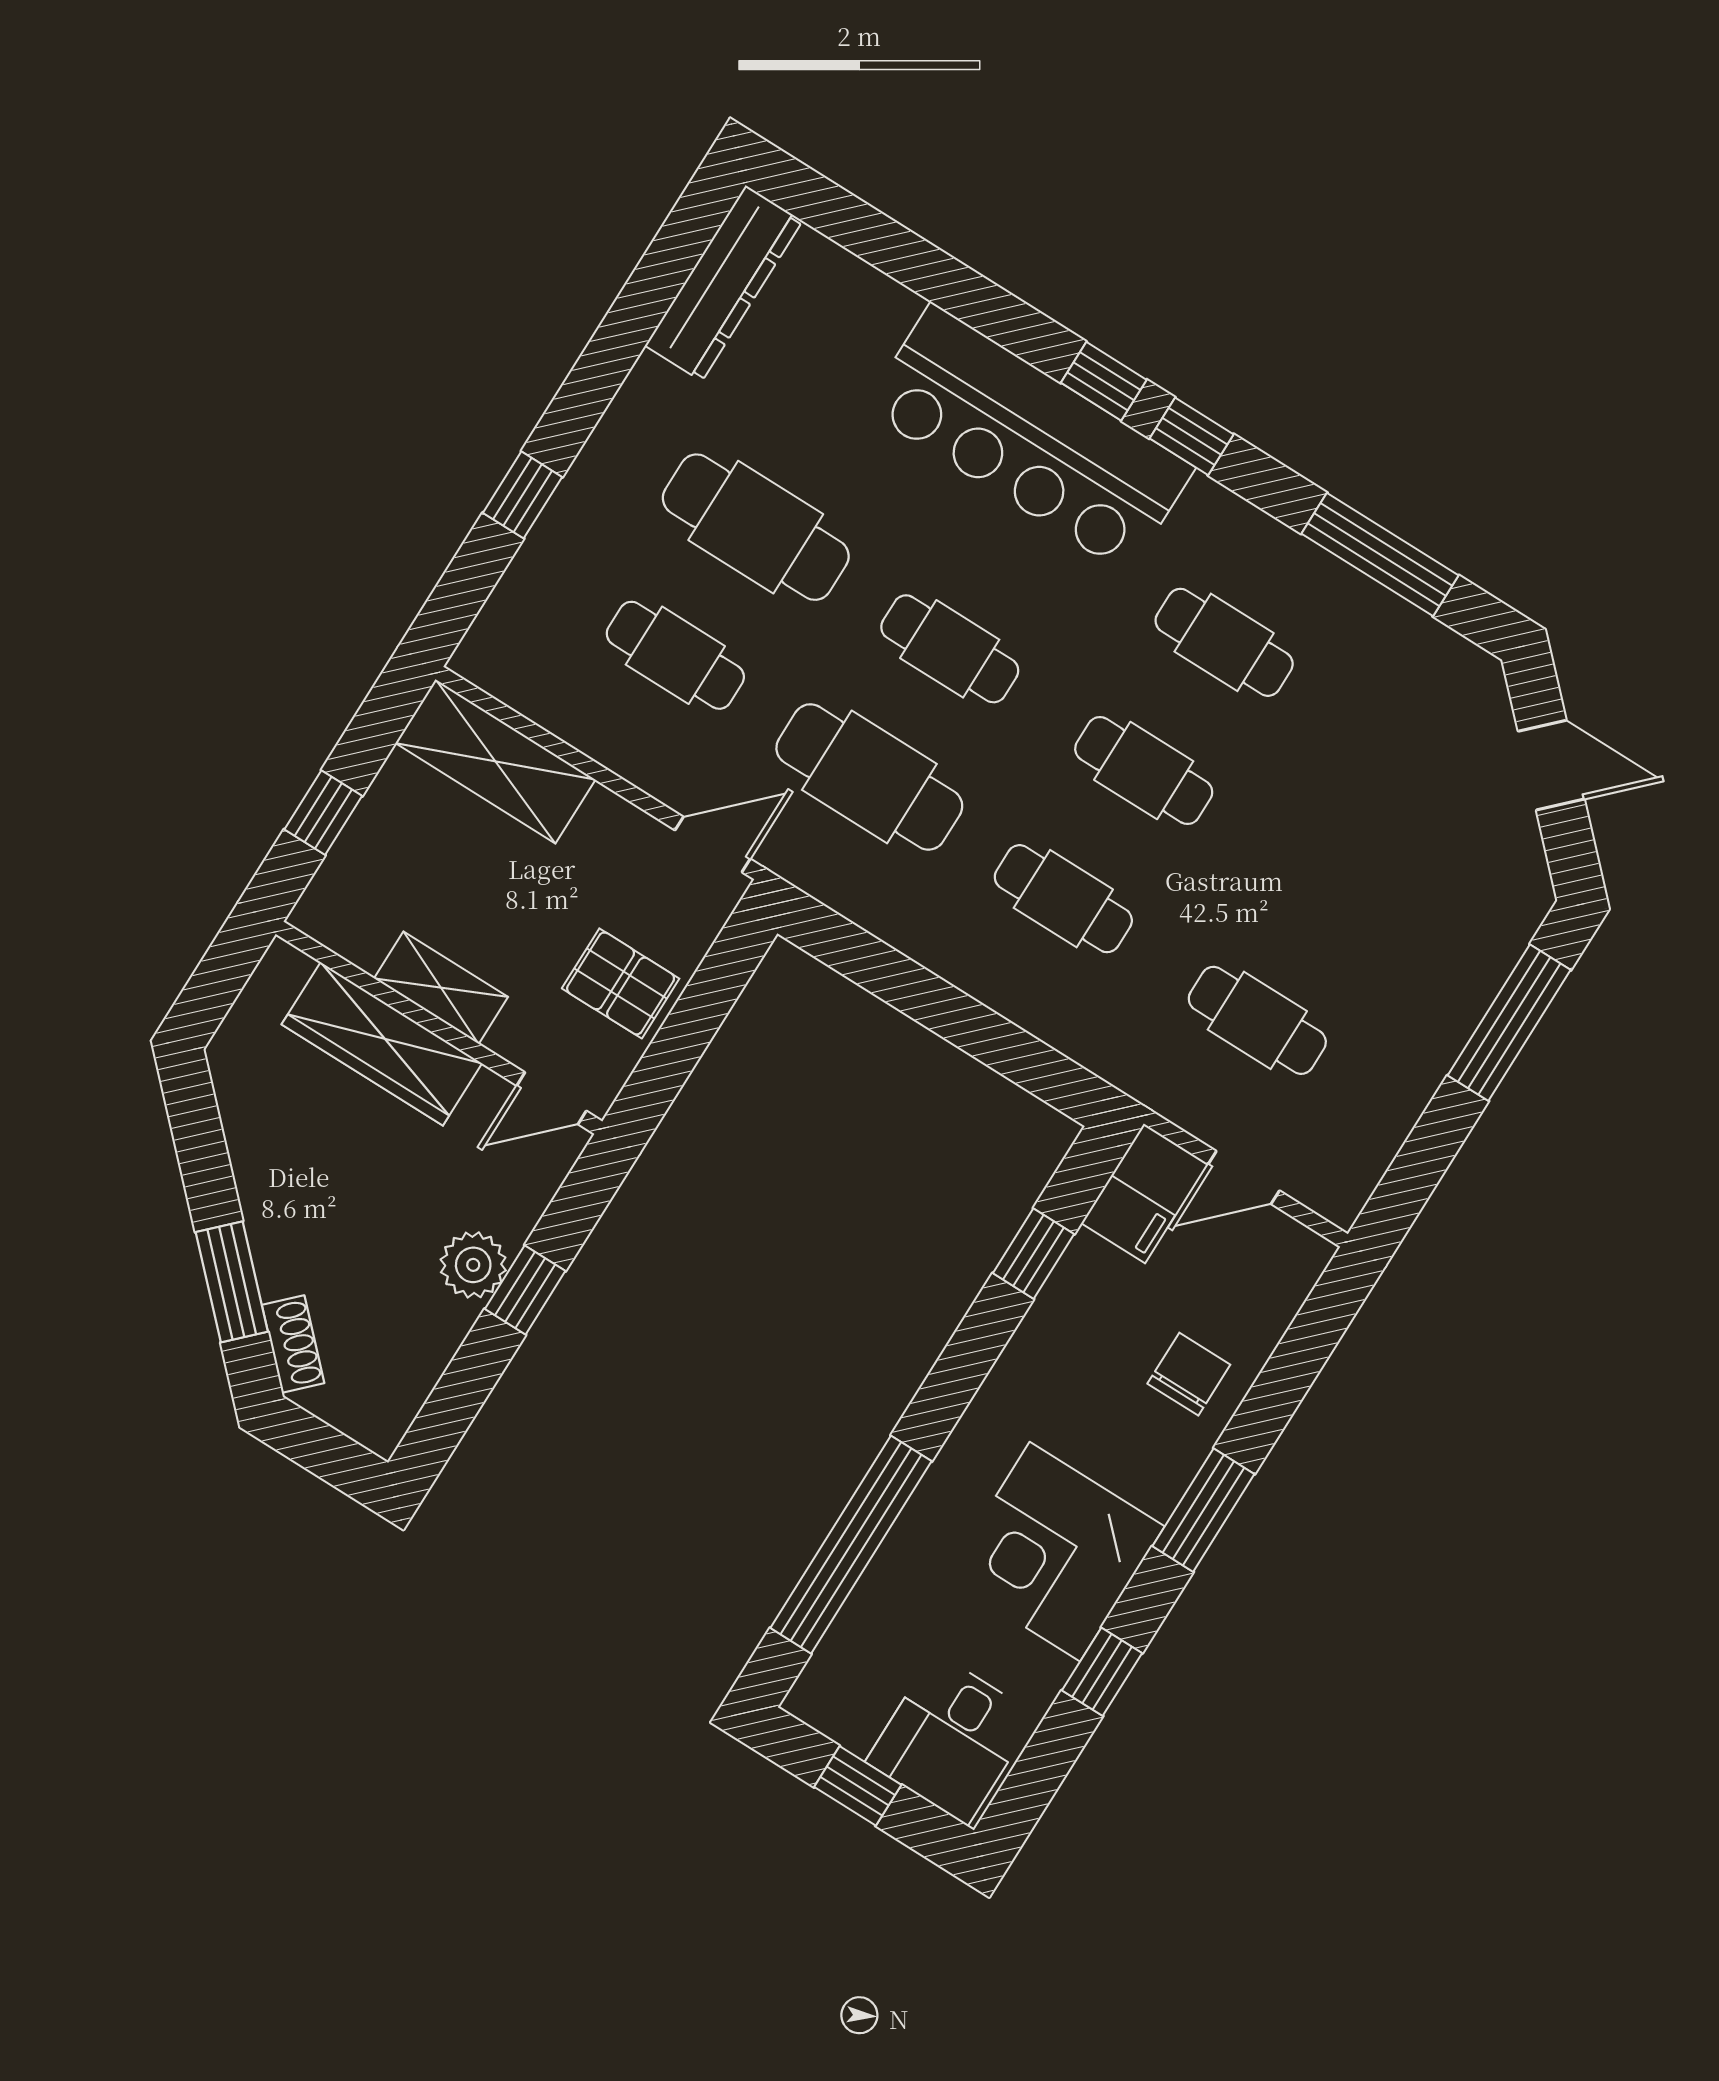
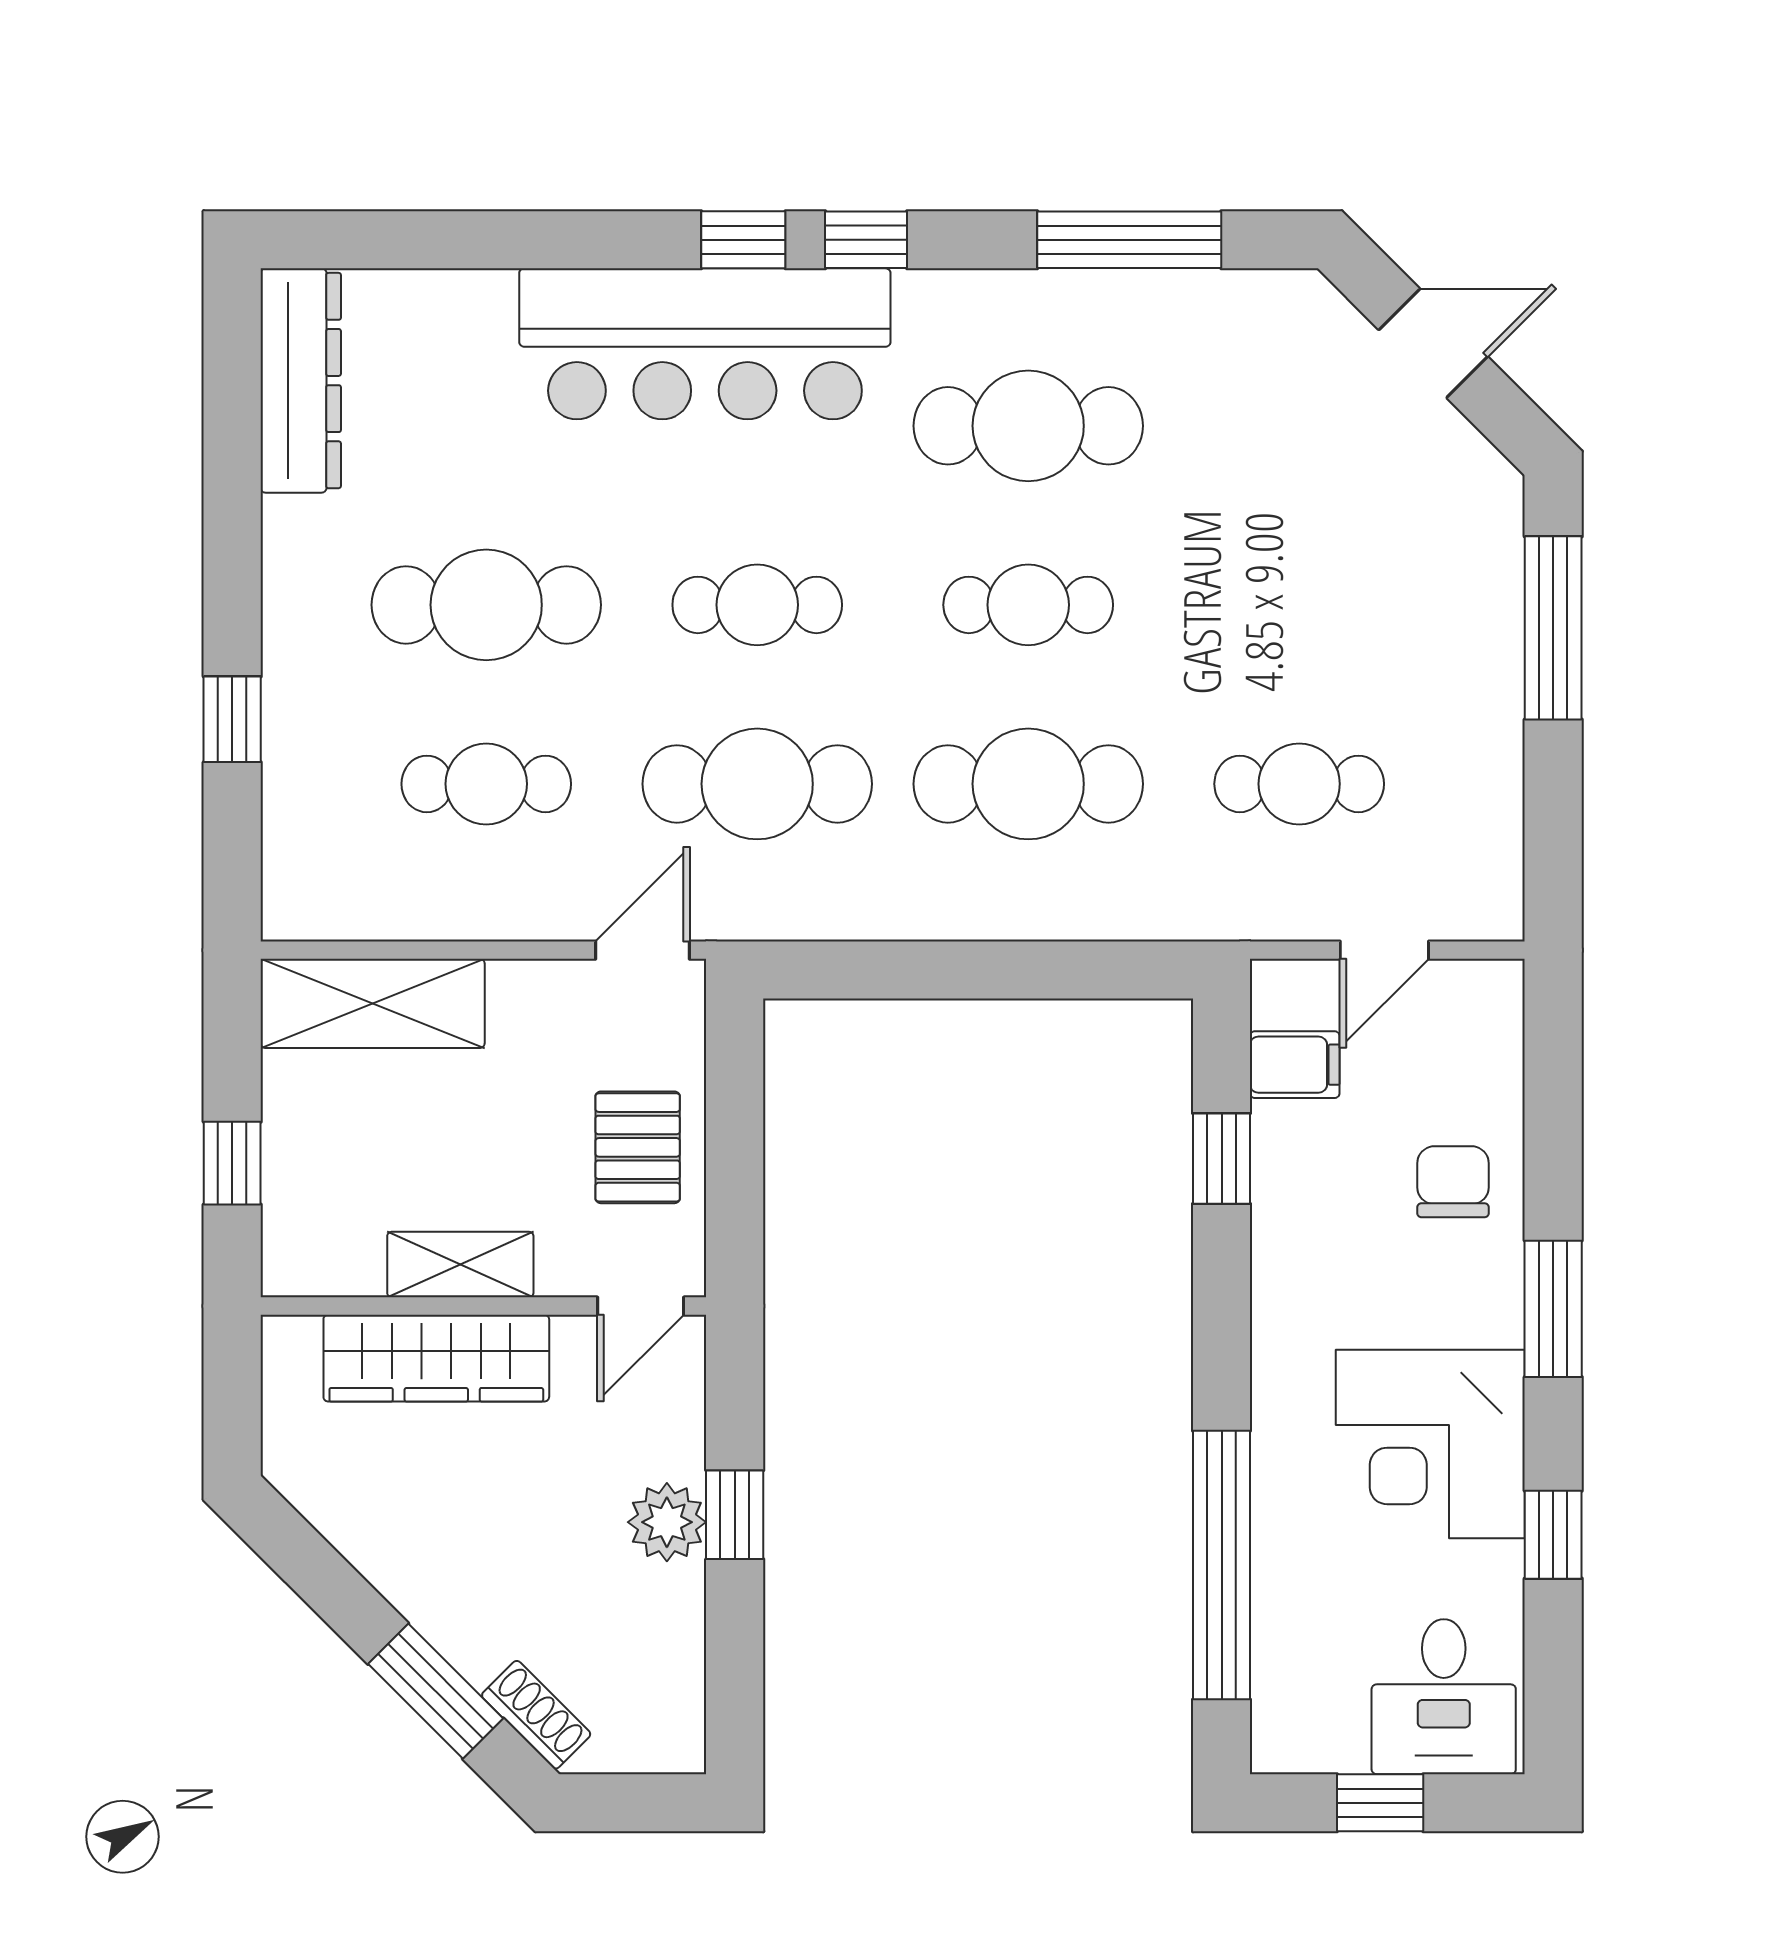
cafe table: (1224, 642) -> (1028, 426), width x1.37, depth x1.35
cafe table: (1063, 899) -> (1028, 784), width x1.37, depth x1.35
pallet: (621, 983) -> (638, 1147), turned 90

